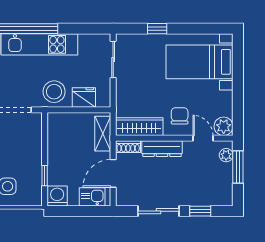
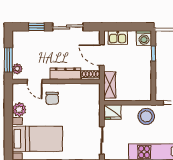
fridge: (84, 97) -> (112, 112), moved
plant: (224, 126) -> (19, 110), moved
wardrobe: (139, 127) -> (82, 90), removed
door: (113, 173) -> (102, 55), swing flipped

